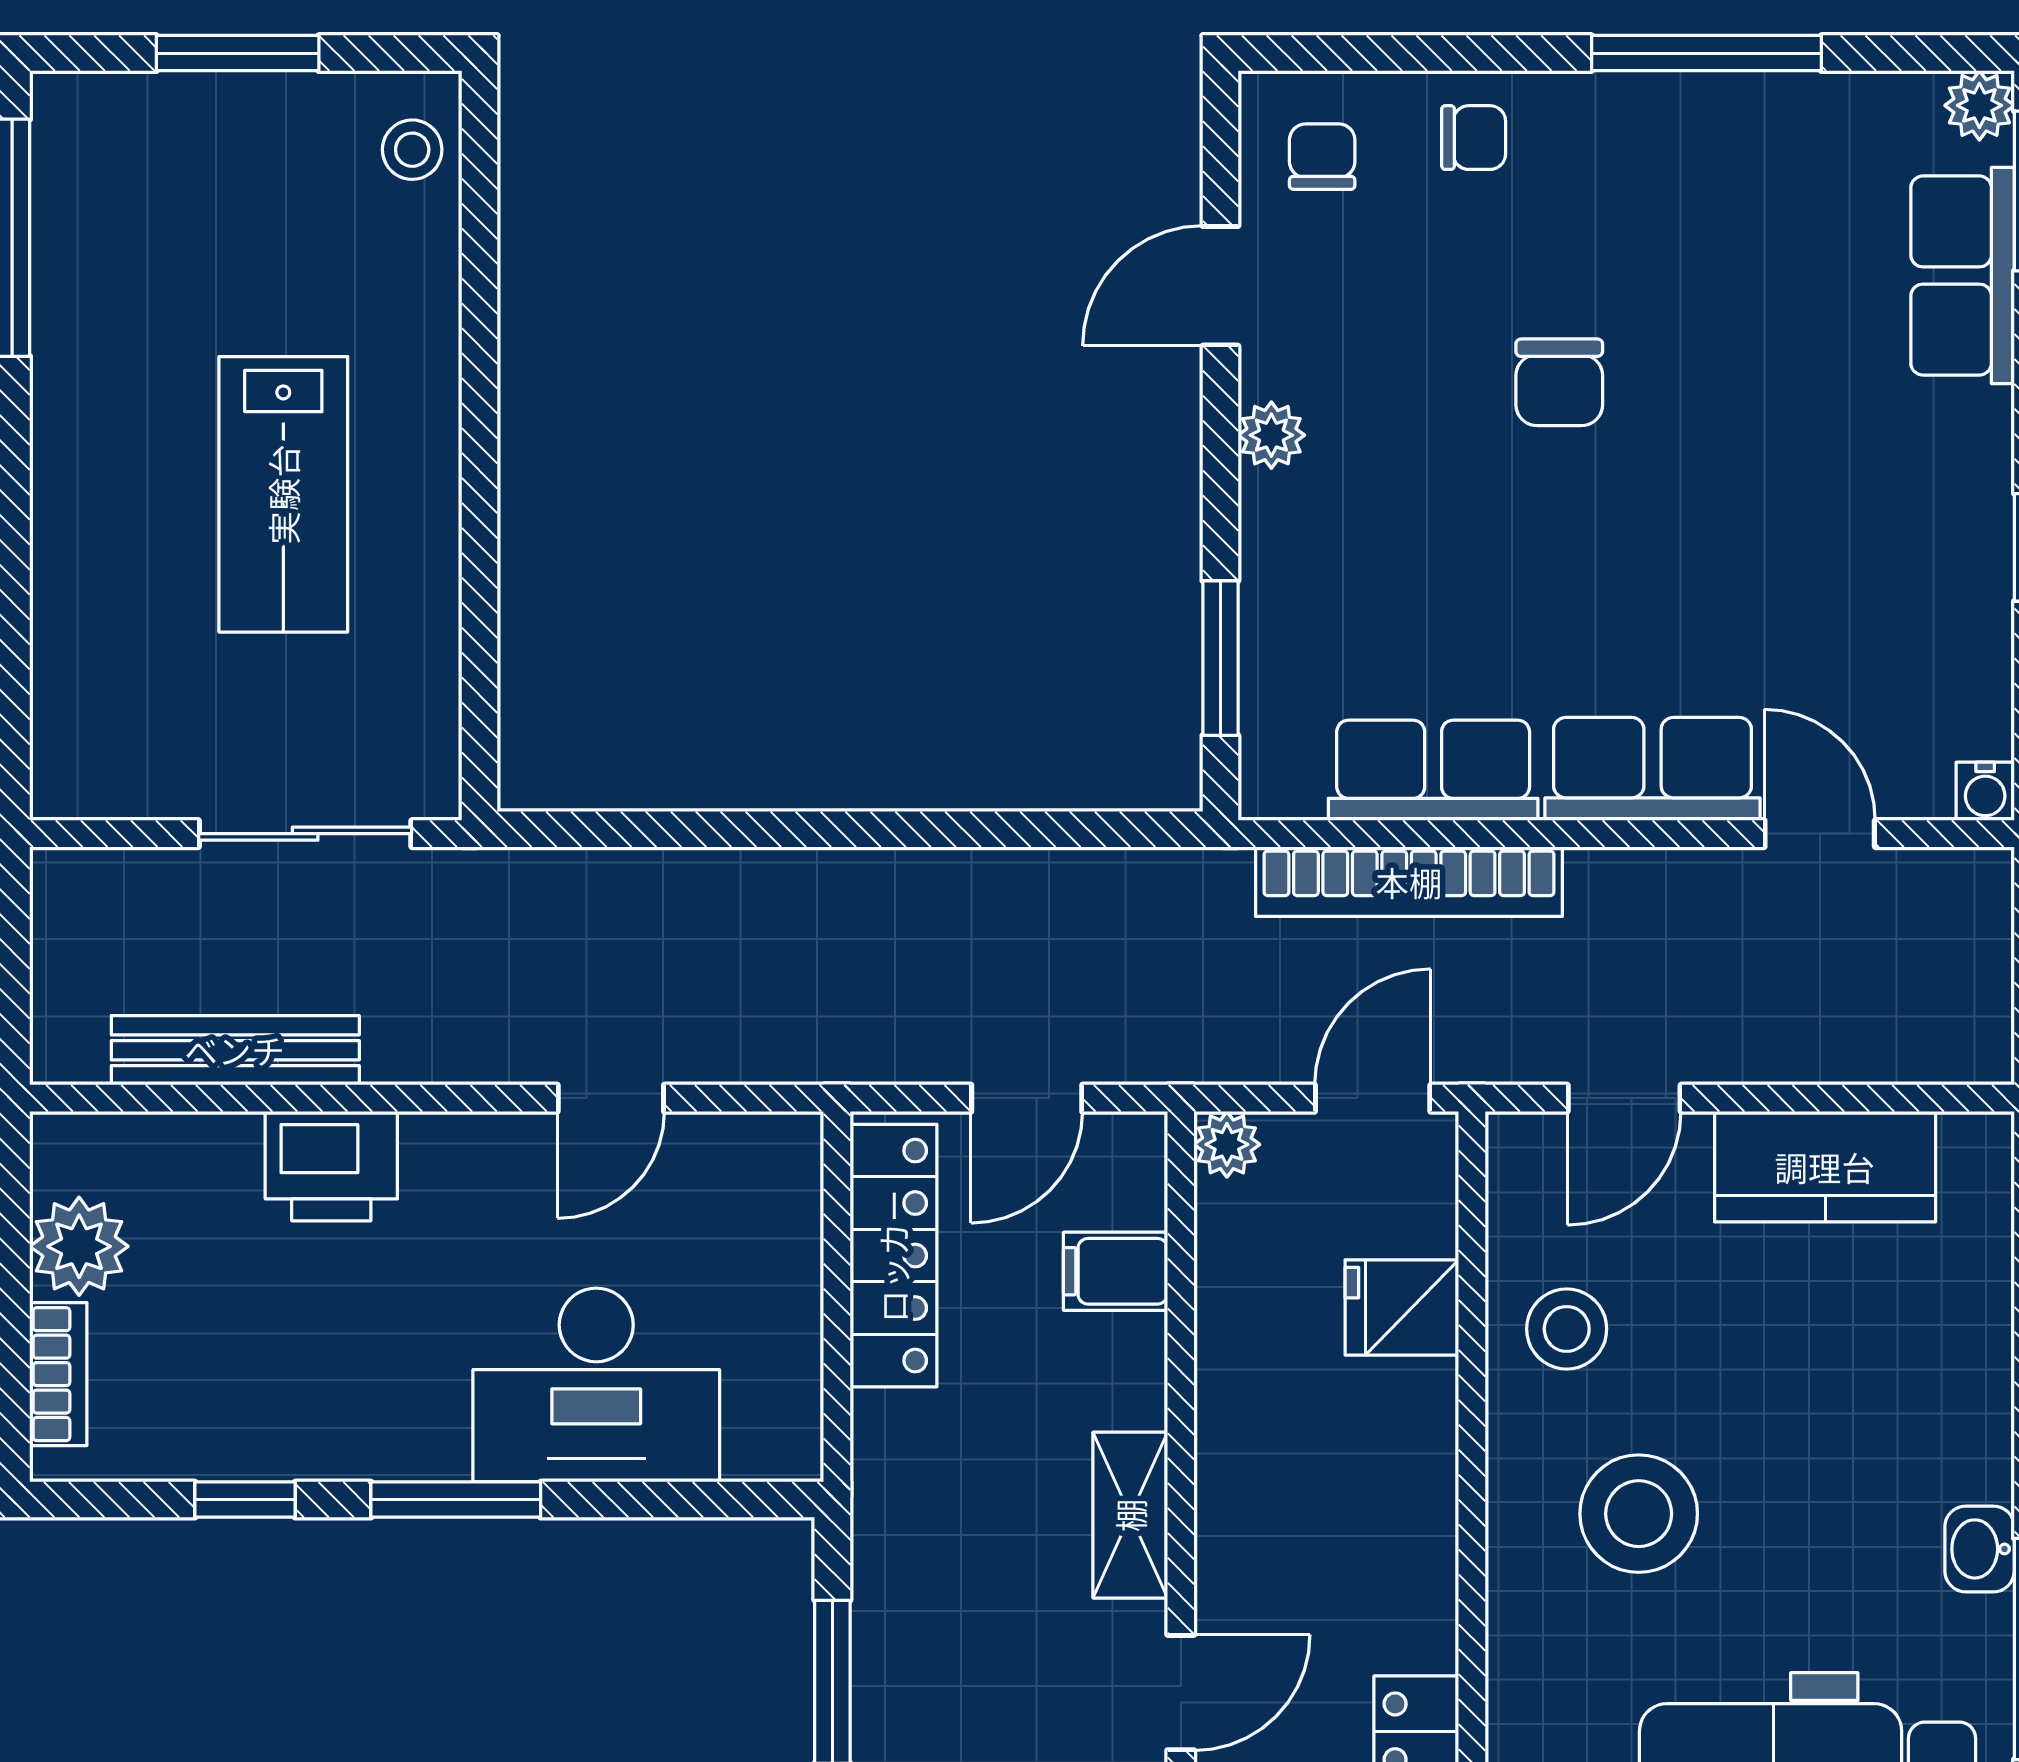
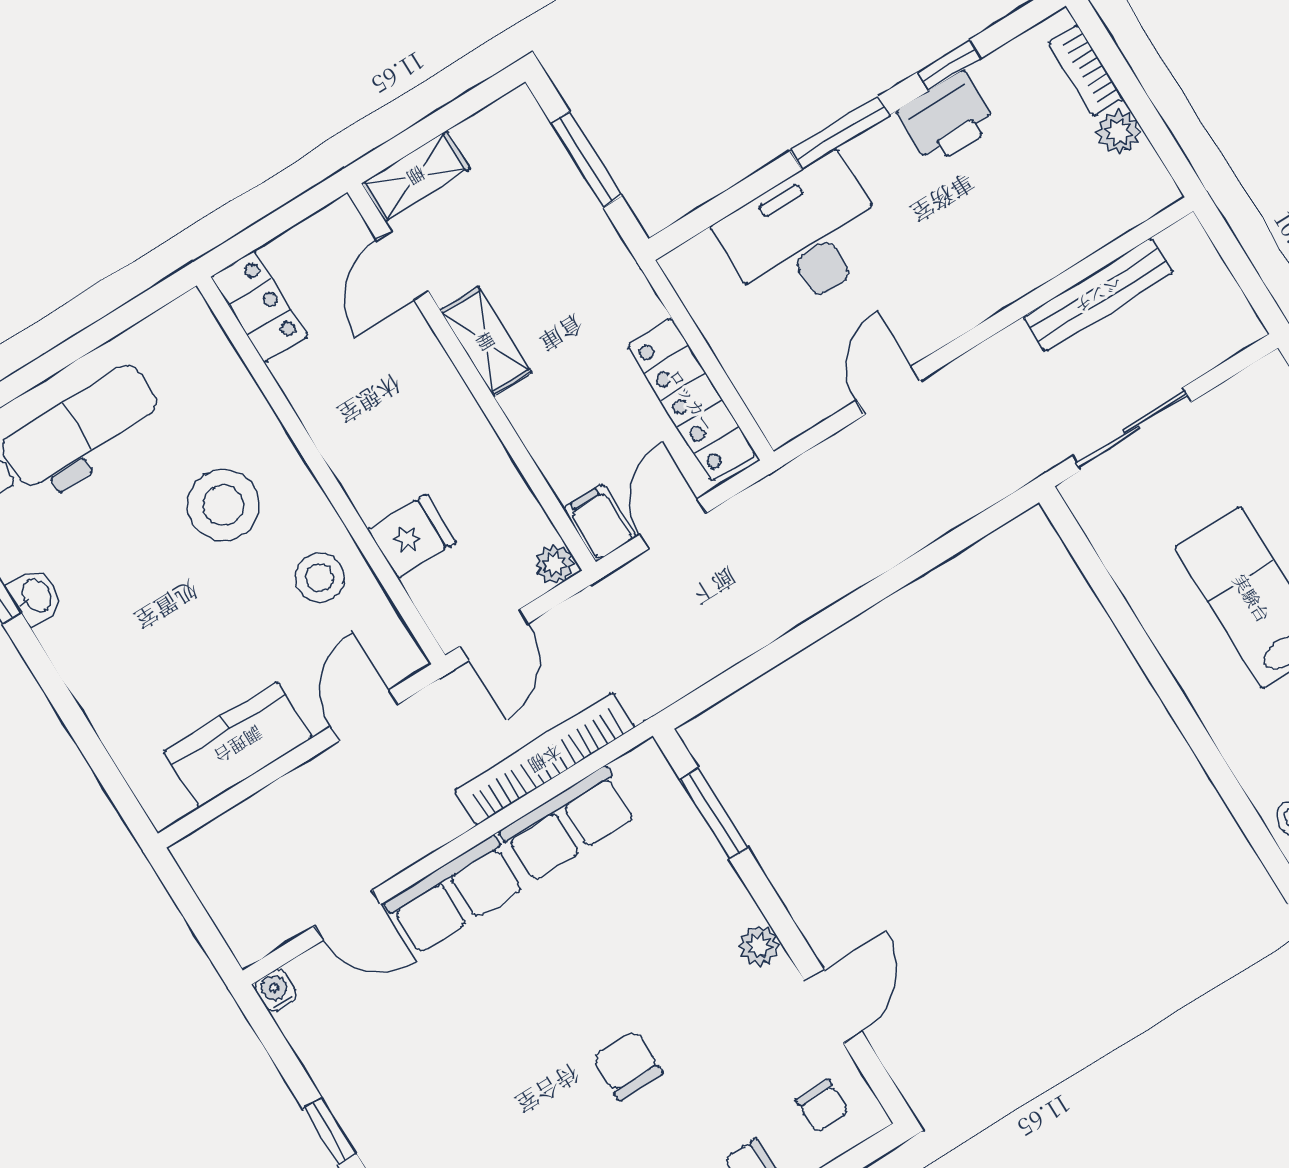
printer: (331, 1166) -> (947, 118), moved, turned 180
plant: (79, 1246) -> (1119, 132), width x0.73, depth x0.73
filing cabinet: (1115, 1271) -> (599, 523), moved, turned -90

